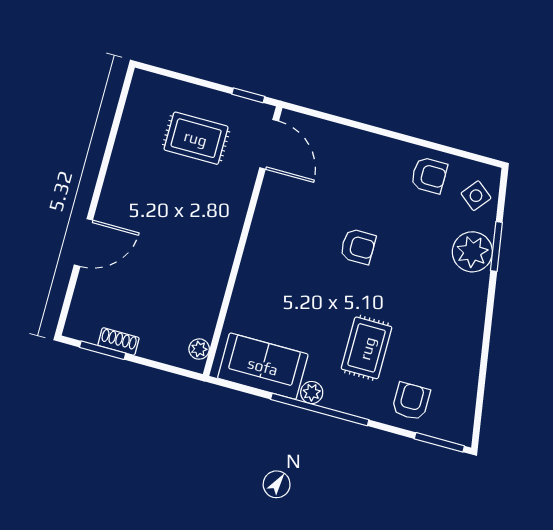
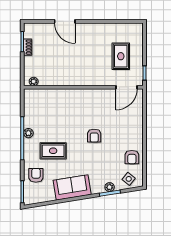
plant: (472, 252) -> (110, 187), width x0.53, depth x0.53
sofa: (263, 366) -> (72, 187), moved, turned -99
armchair: (411, 401) -> (36, 175), turned -90

